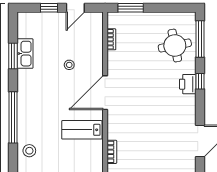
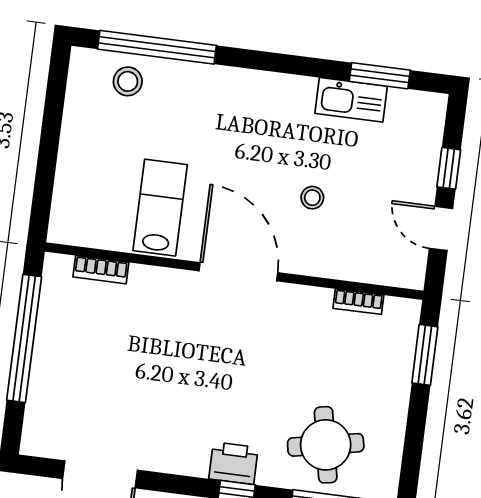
window: (13, 56) -> (380, 76), moved
window: (13, 117) -> (157, 47), moved

